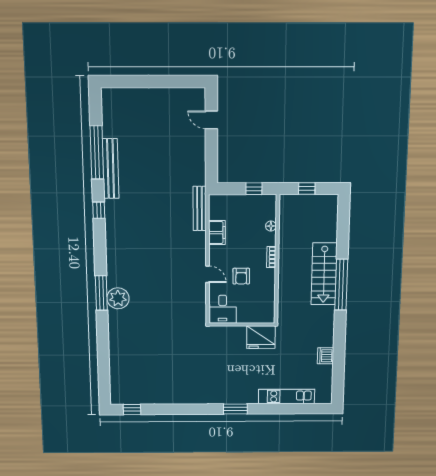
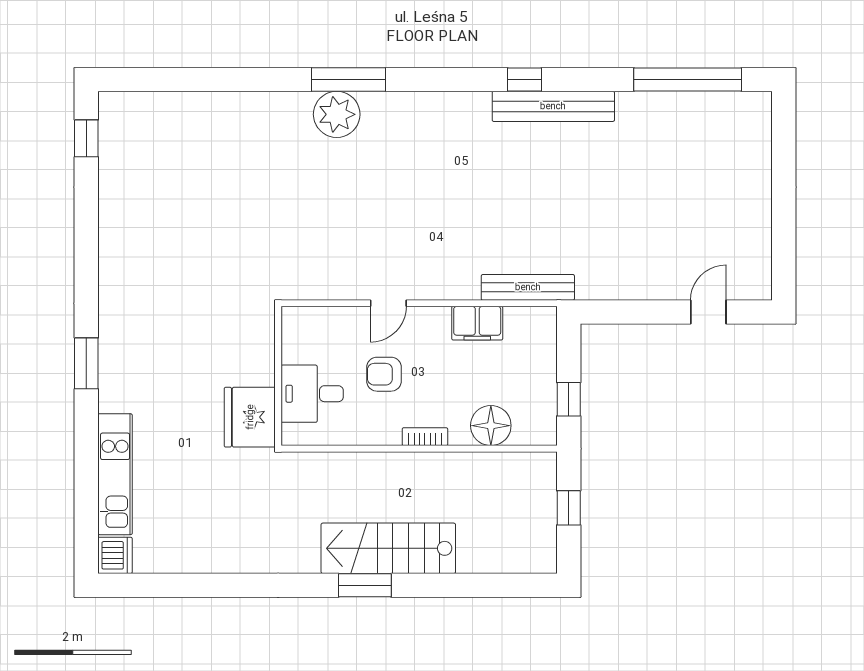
window: (97, 152) -> (688, 80), moved
bench: (111, 169) -> (553, 106), moved
floor lamp: (271, 226) -> (491, 426), width x1.89, depth x1.89
window: (341, 285) -> (365, 585), width x0.47
desk: (223, 309) -> (312, 394), moved
dishwasher: (326, 356) -> (115, 555), moved, turned 90

